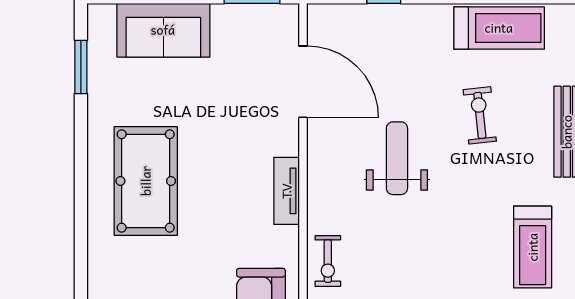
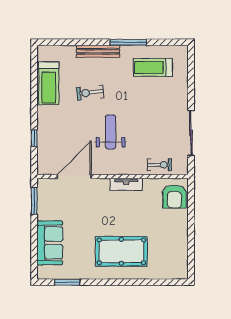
treadmill: (499, 28) -> (49, 83), turned 180
weight bench: (397, 158) -> (111, 132), turned 90
treadmill: (533, 247) -> (153, 67), turned 180

